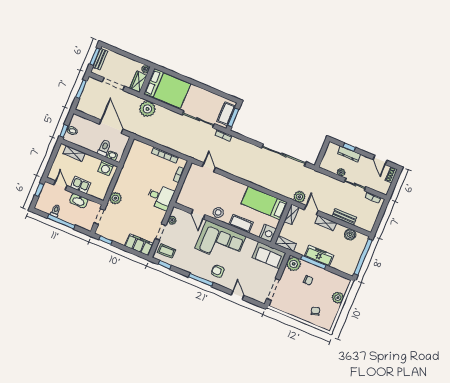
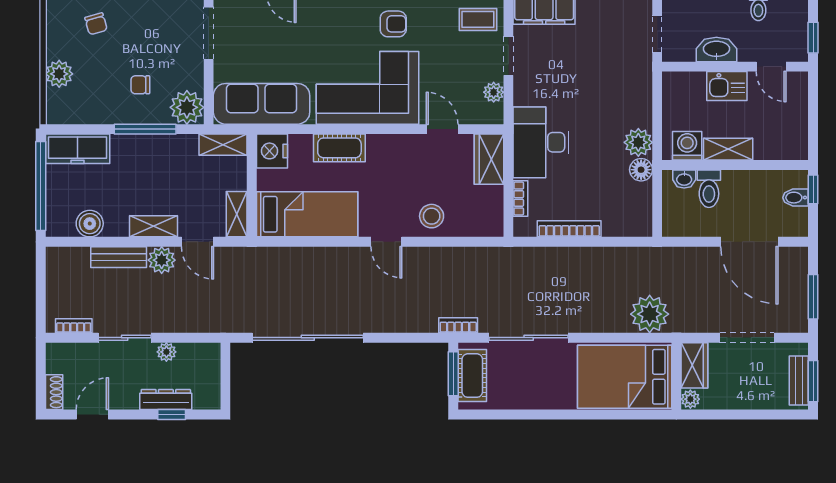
door: (111, 127) -> (749, 242), moved
shelving: (74, 153) -> (728, 149), moved
door: (380, 160) -> (92, 414), hinge flipped
floor lamp: (127, 166) -> (641, 170), added
door: (209, 167) -> (386, 242), moved
wardrobe: (185, 195) -> (489, 159), added
desk: (160, 197) -> (541, 142), width x1.37
plant: (300, 197) -> (162, 260), moved
plant: (115, 198) -> (638, 142), moved
stool: (218, 212) -> (432, 216), moved
sofa: (269, 255) -> (262, 104), width x1.36
freezer: (319, 256) -> (78, 149), moved
armchair: (218, 271) -> (393, 24), moved

